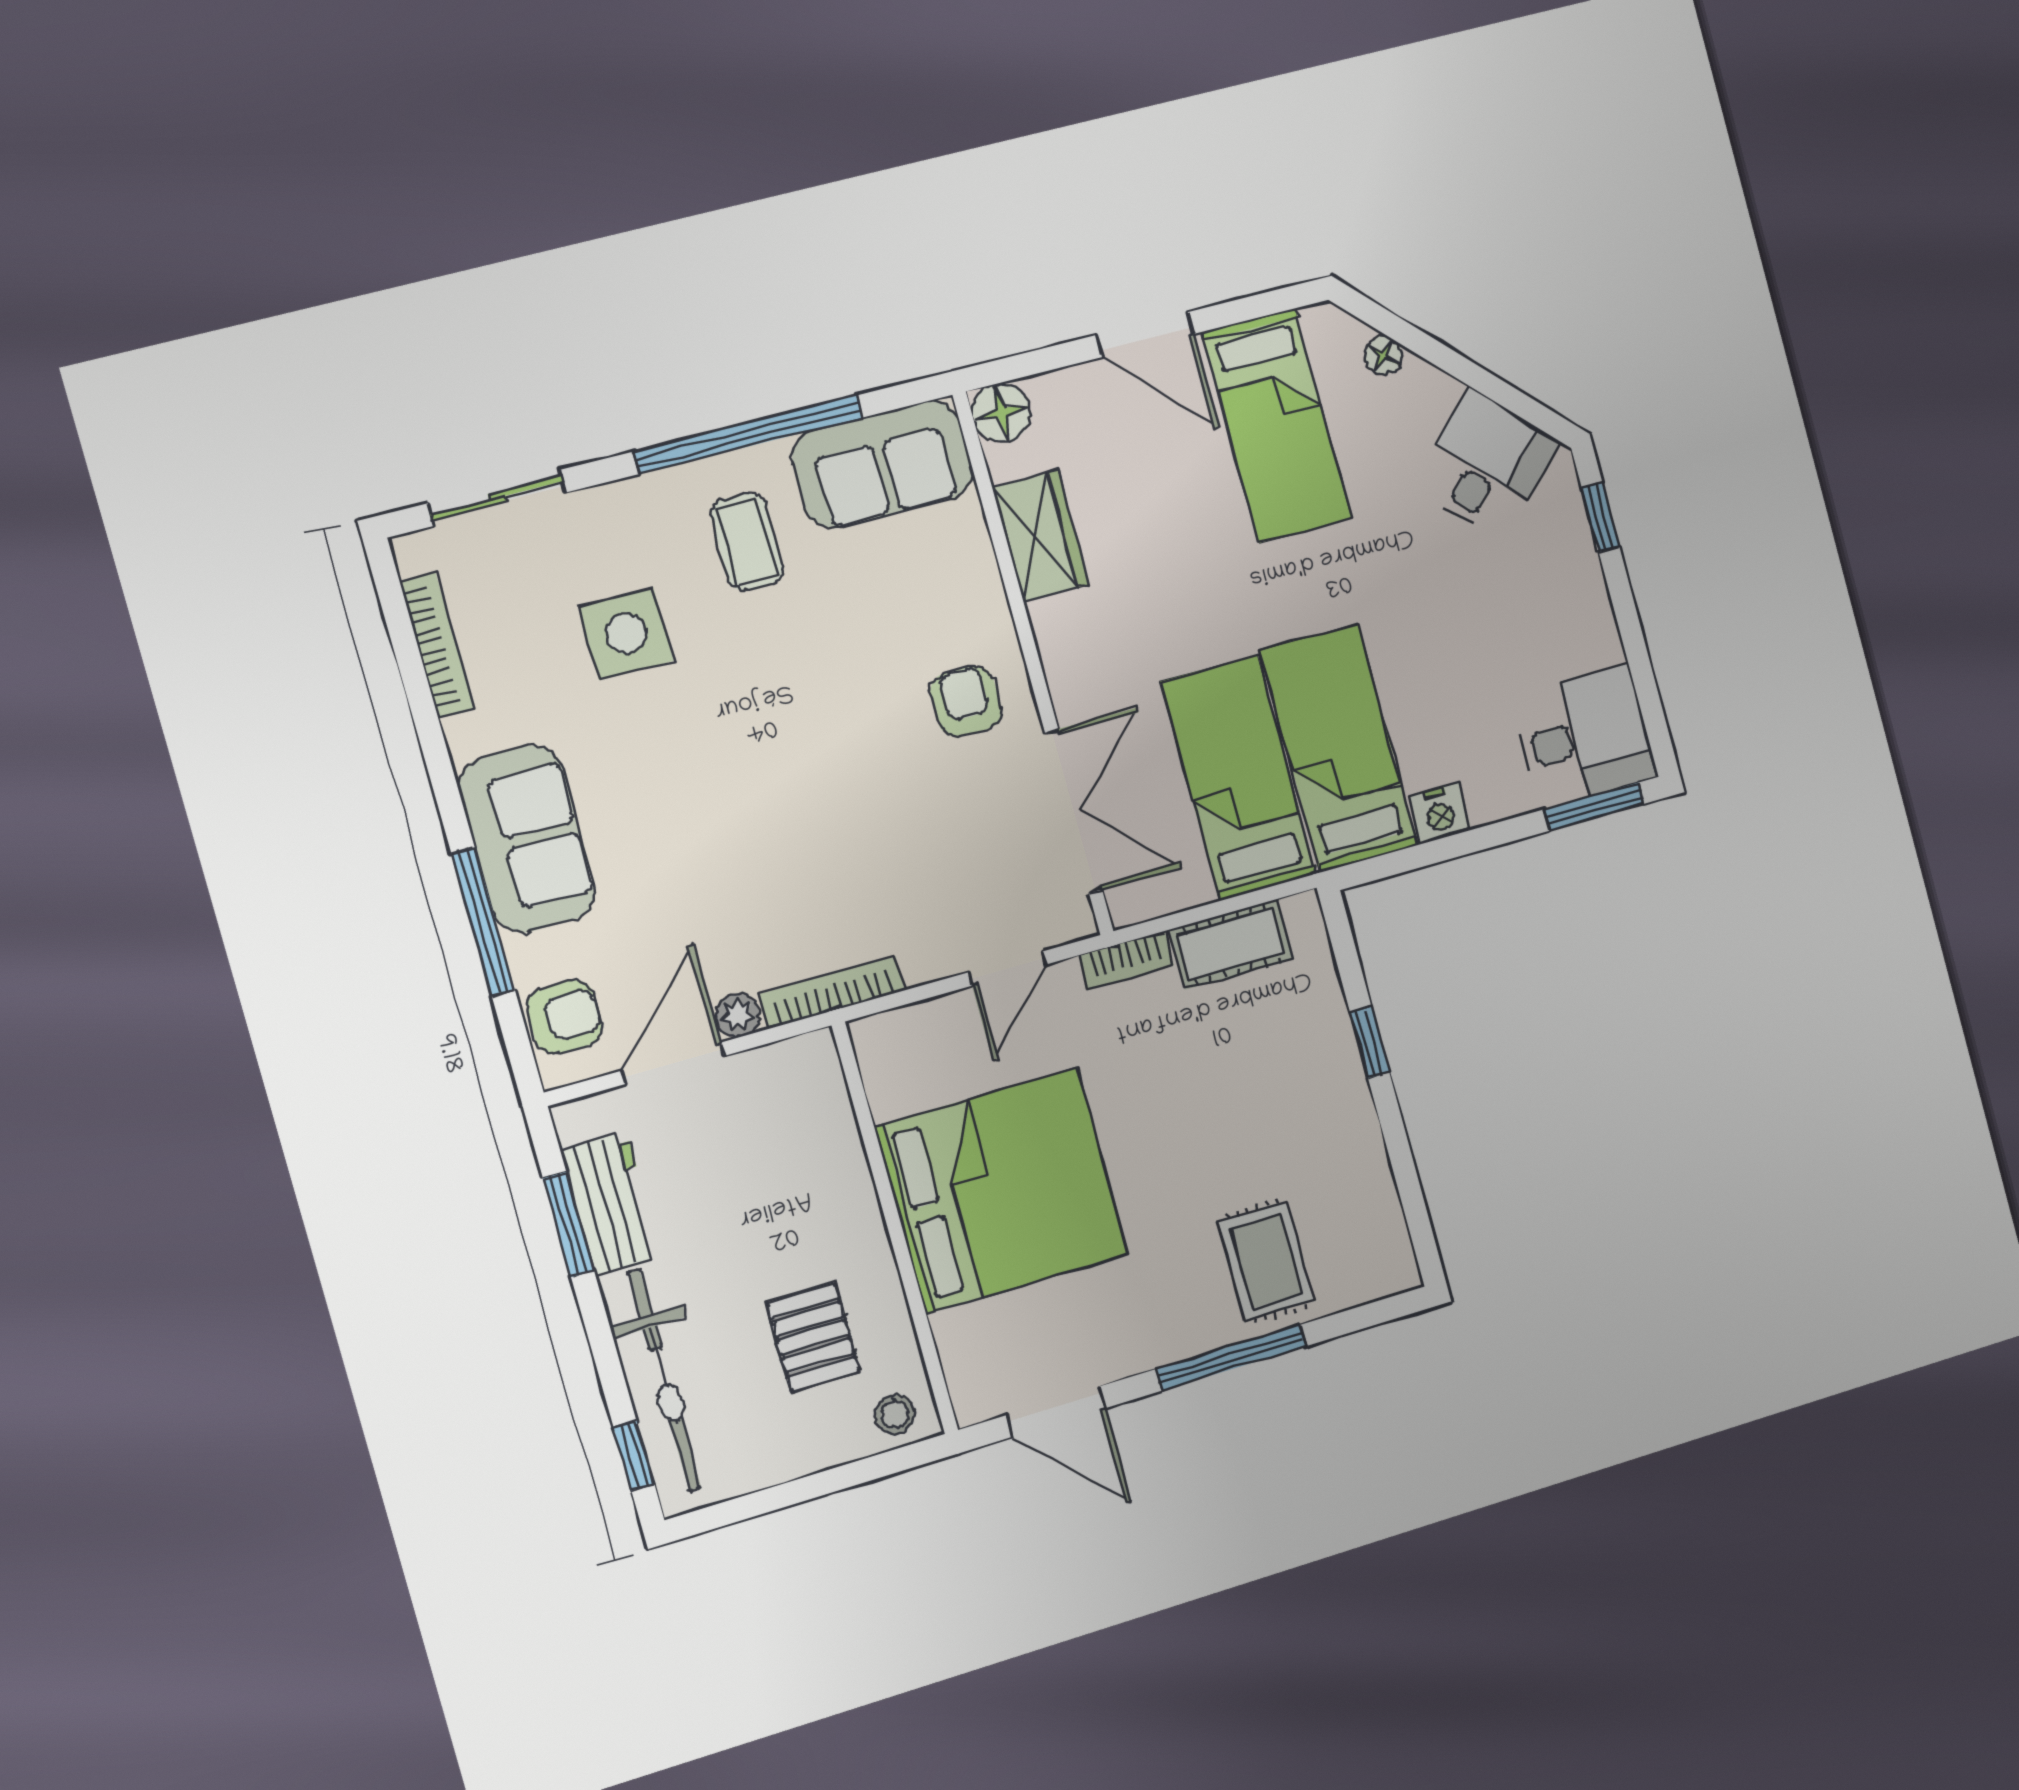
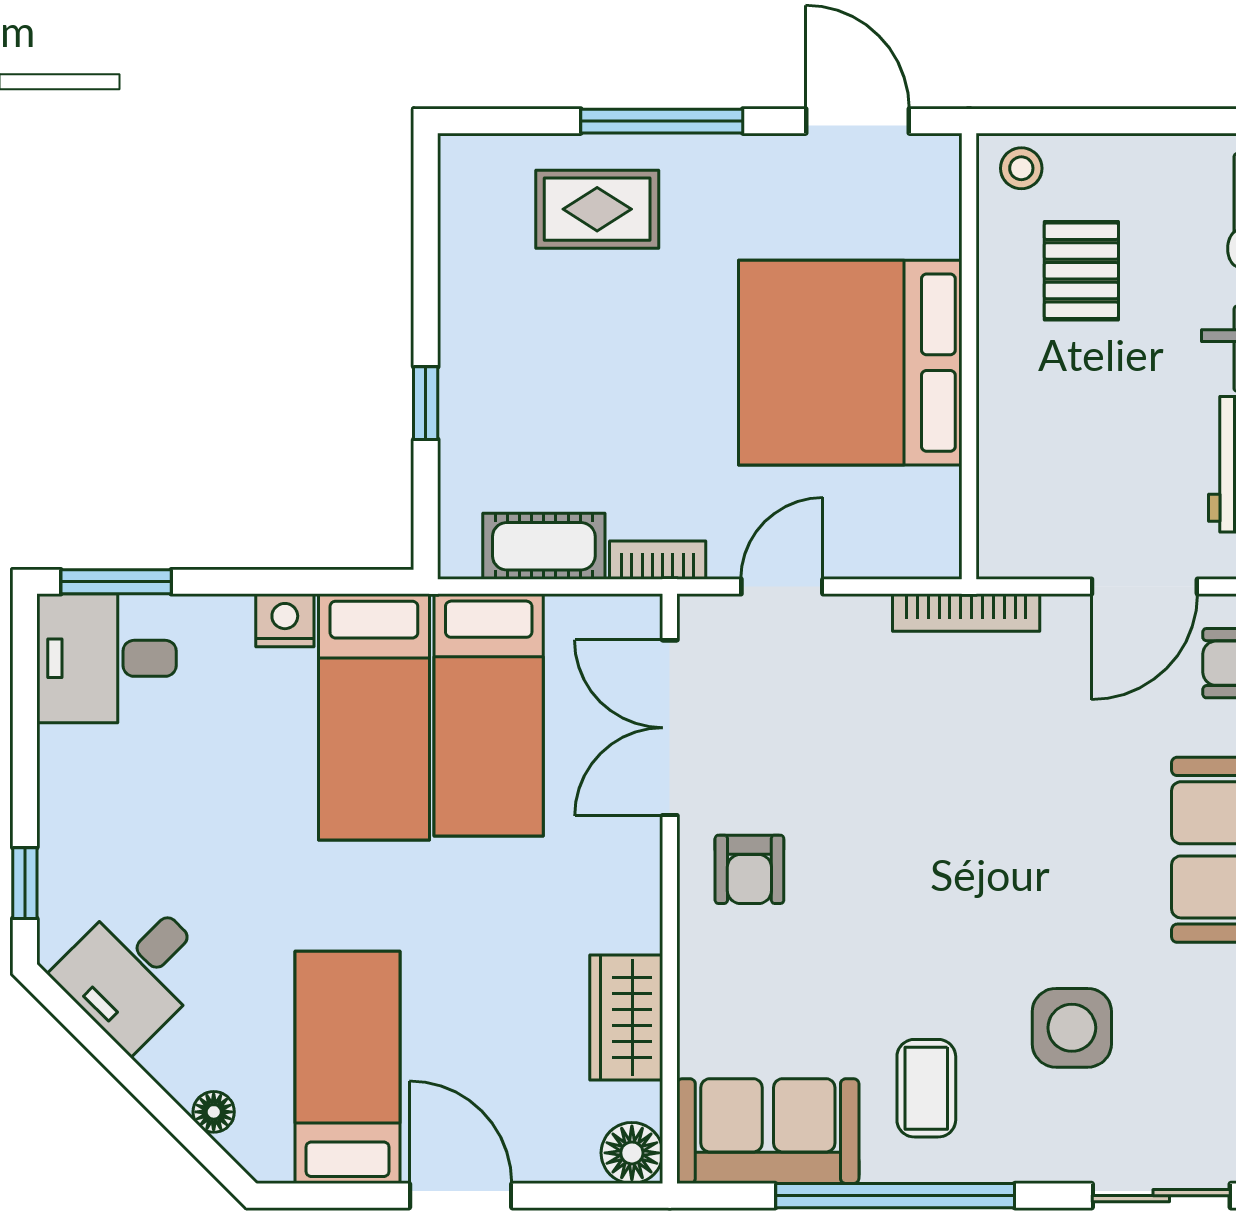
plant: (738, 1015) -> (1067, 616), removed
rug: (1266, 1261) -> (597, 209), turned 90

